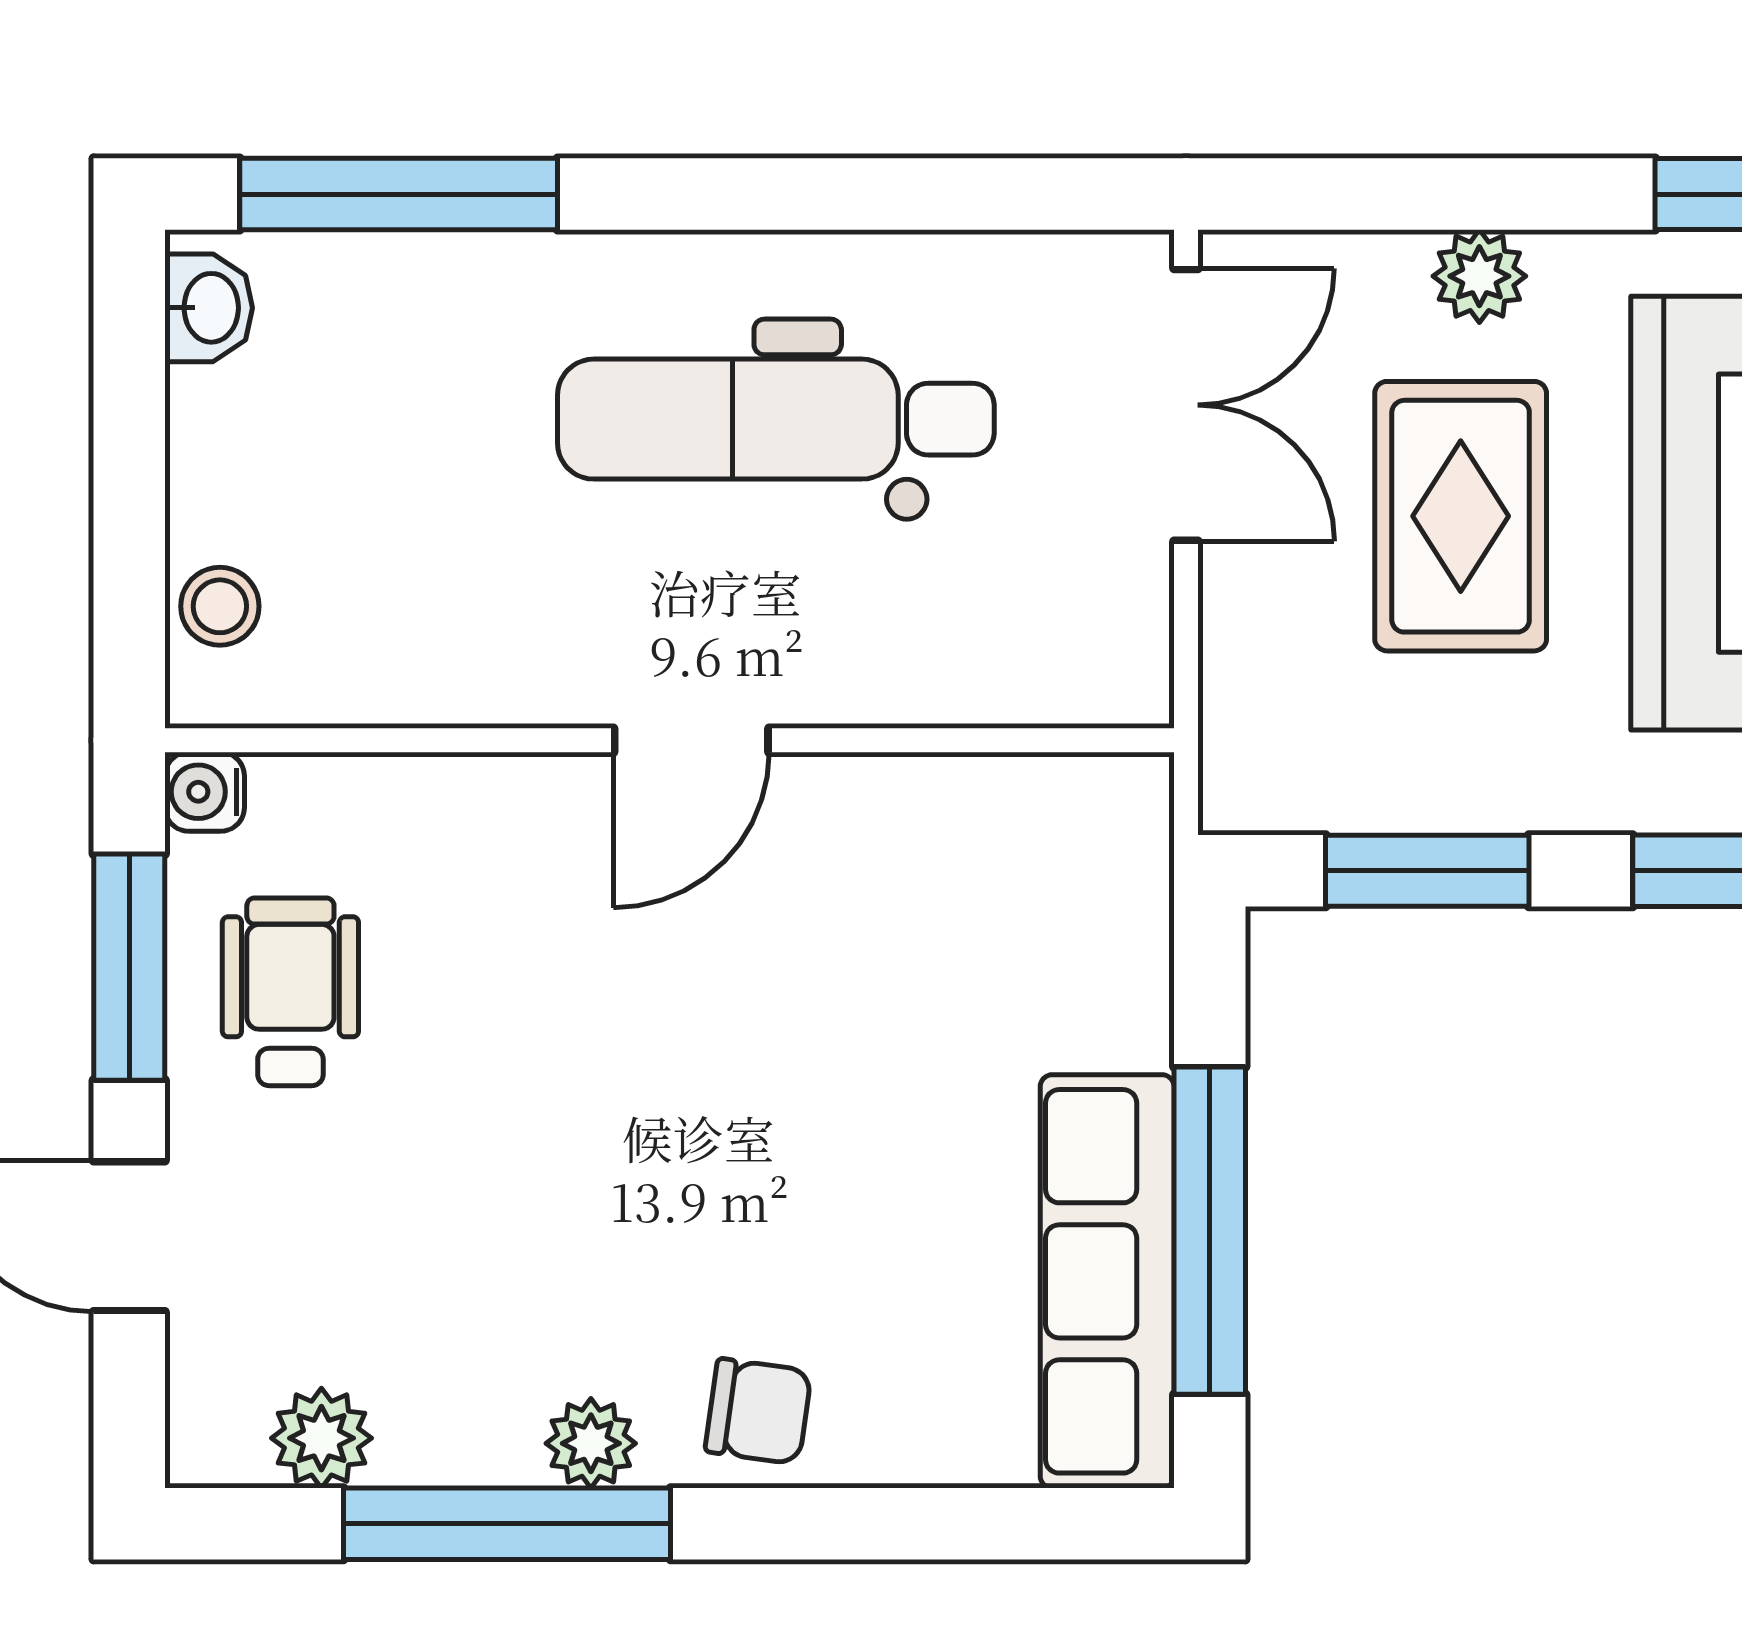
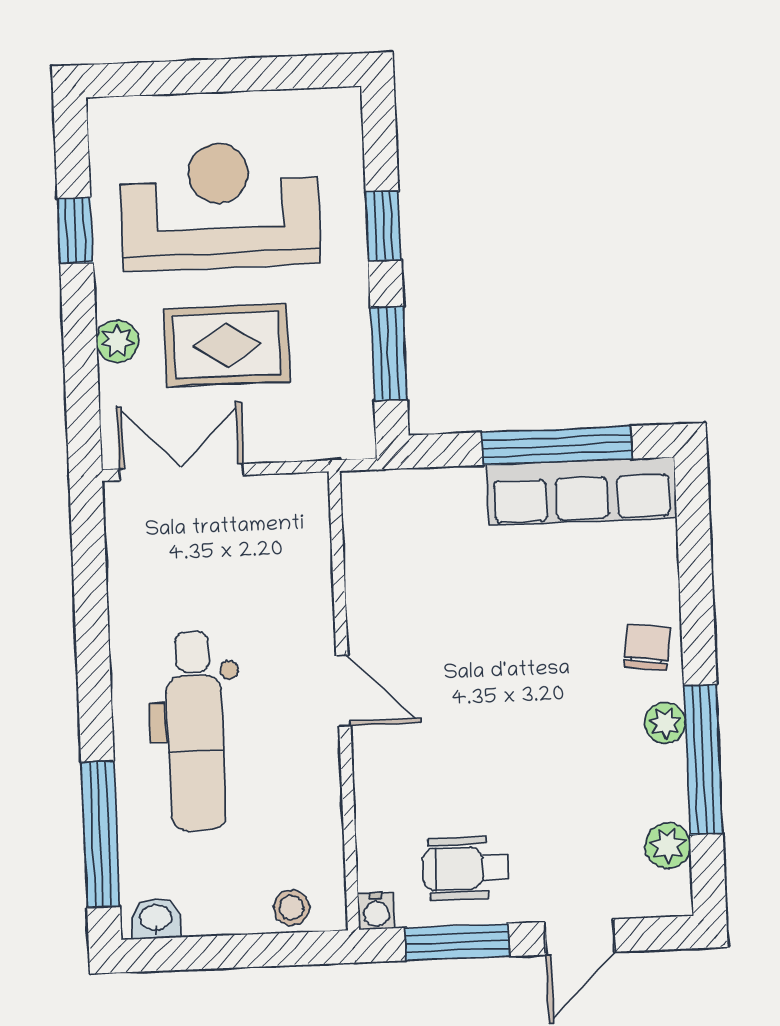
dental chair: (776, 419) -> (195, 731), moved

